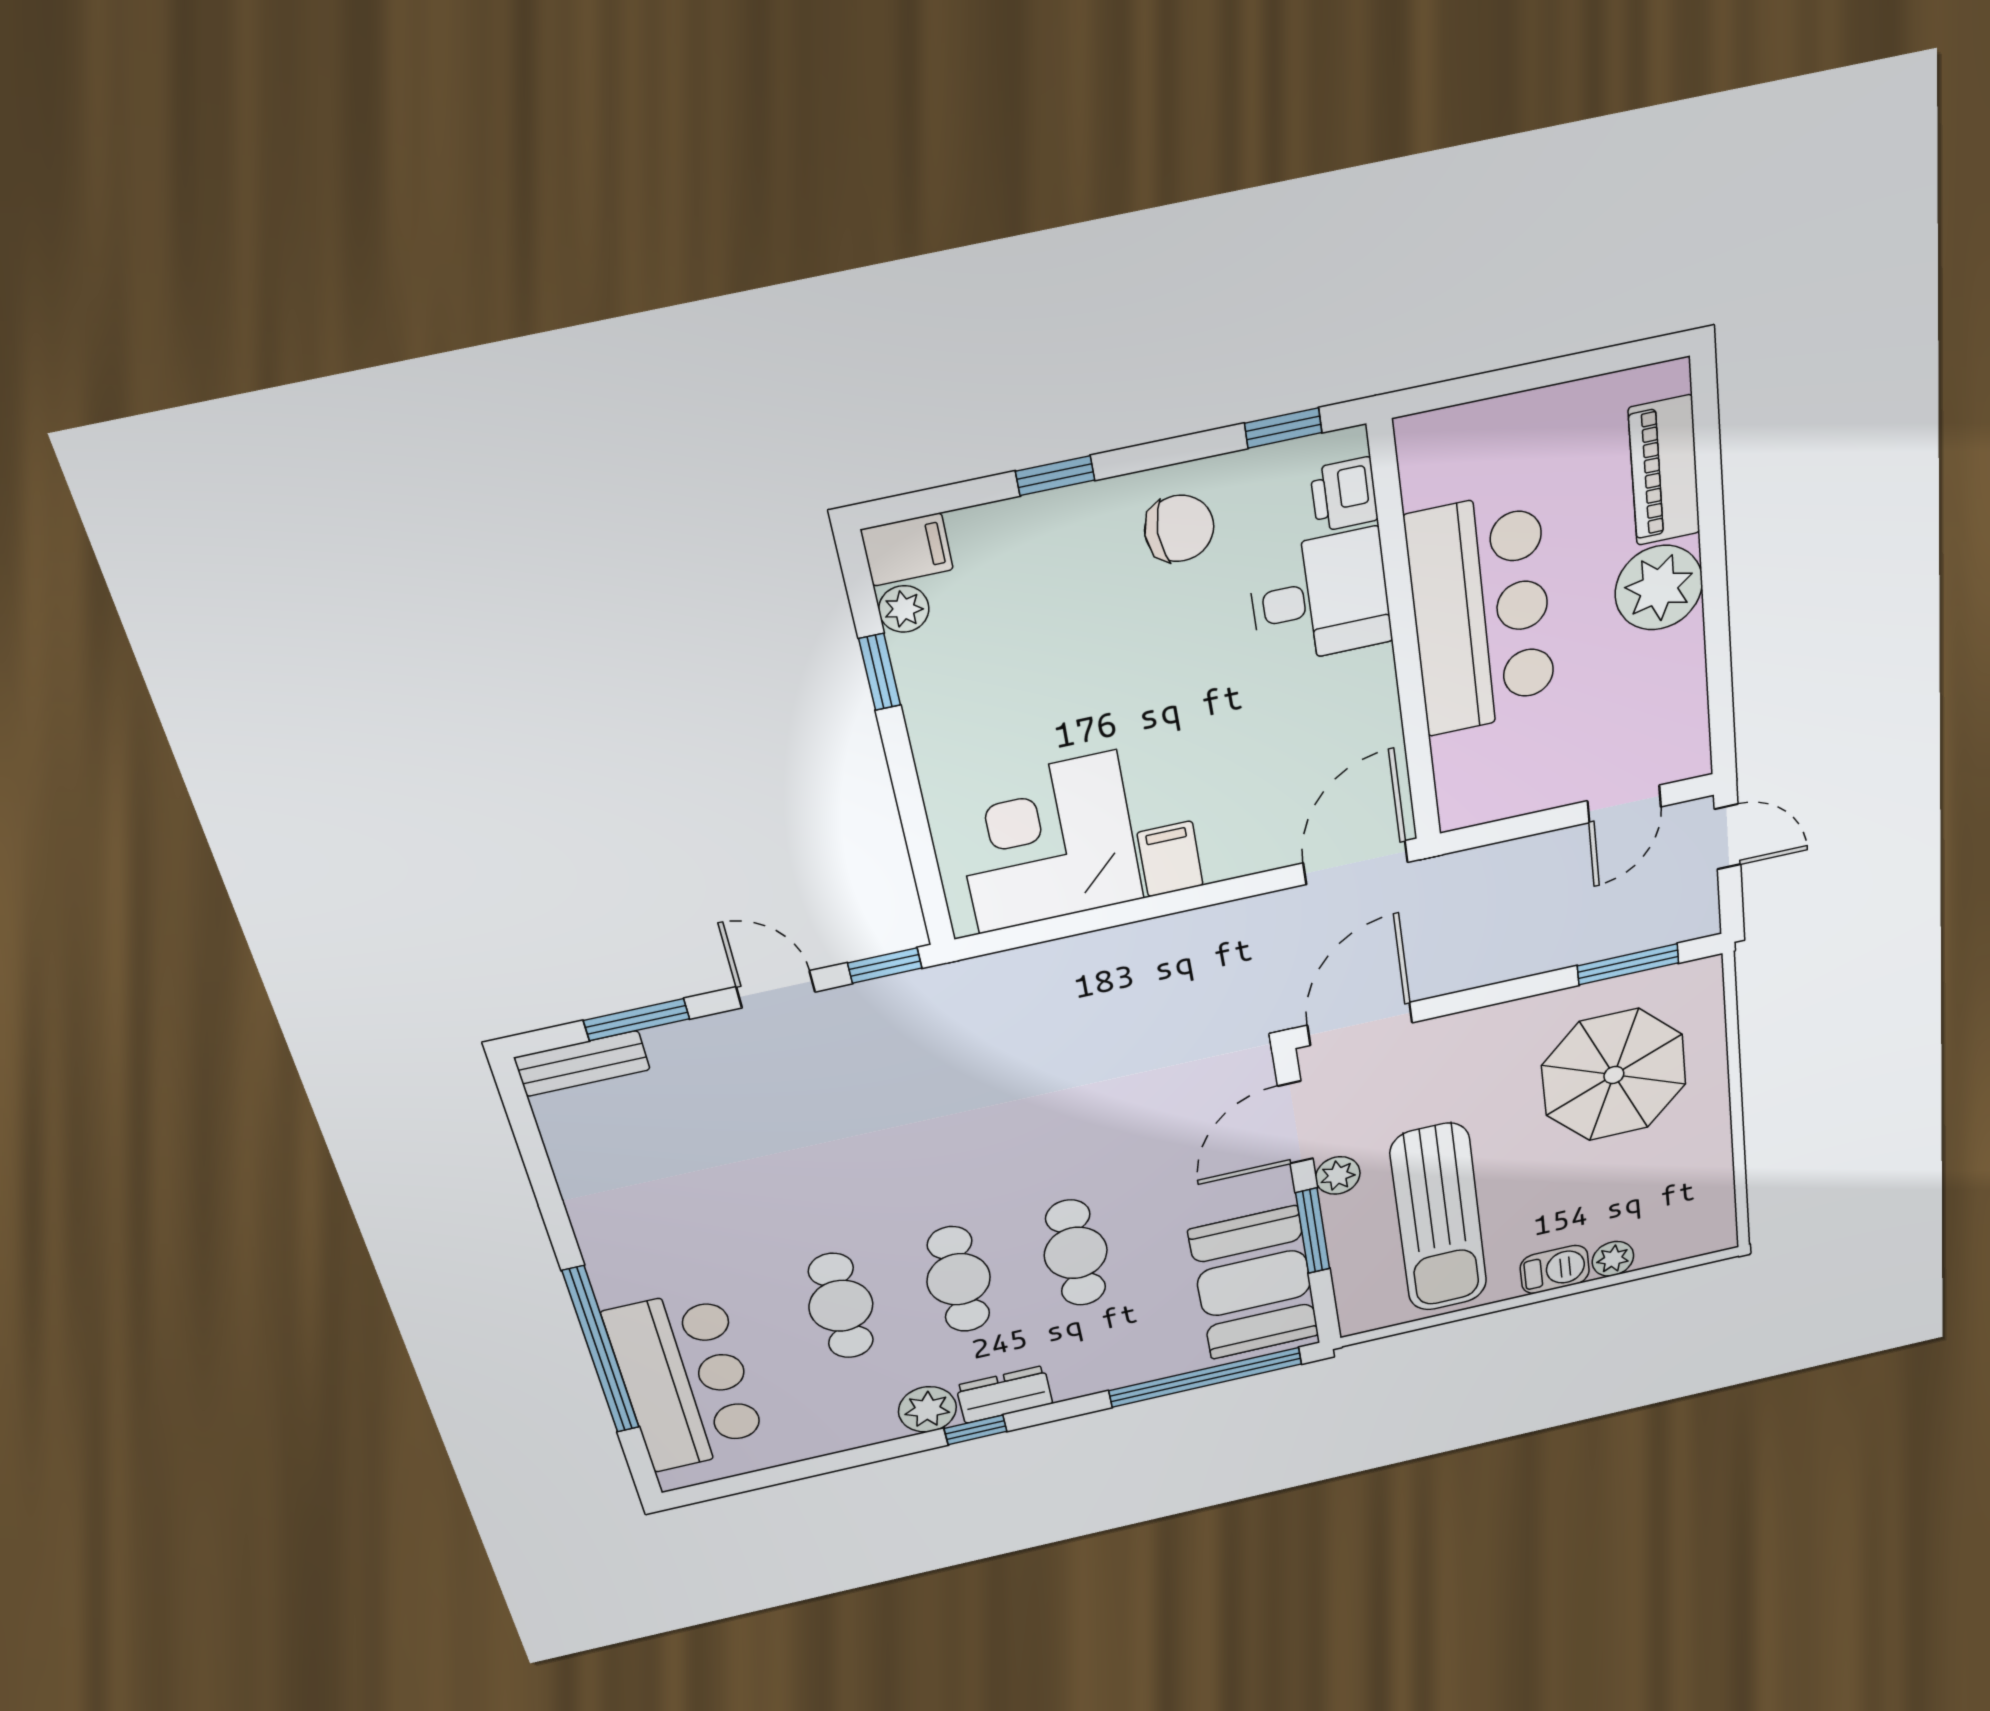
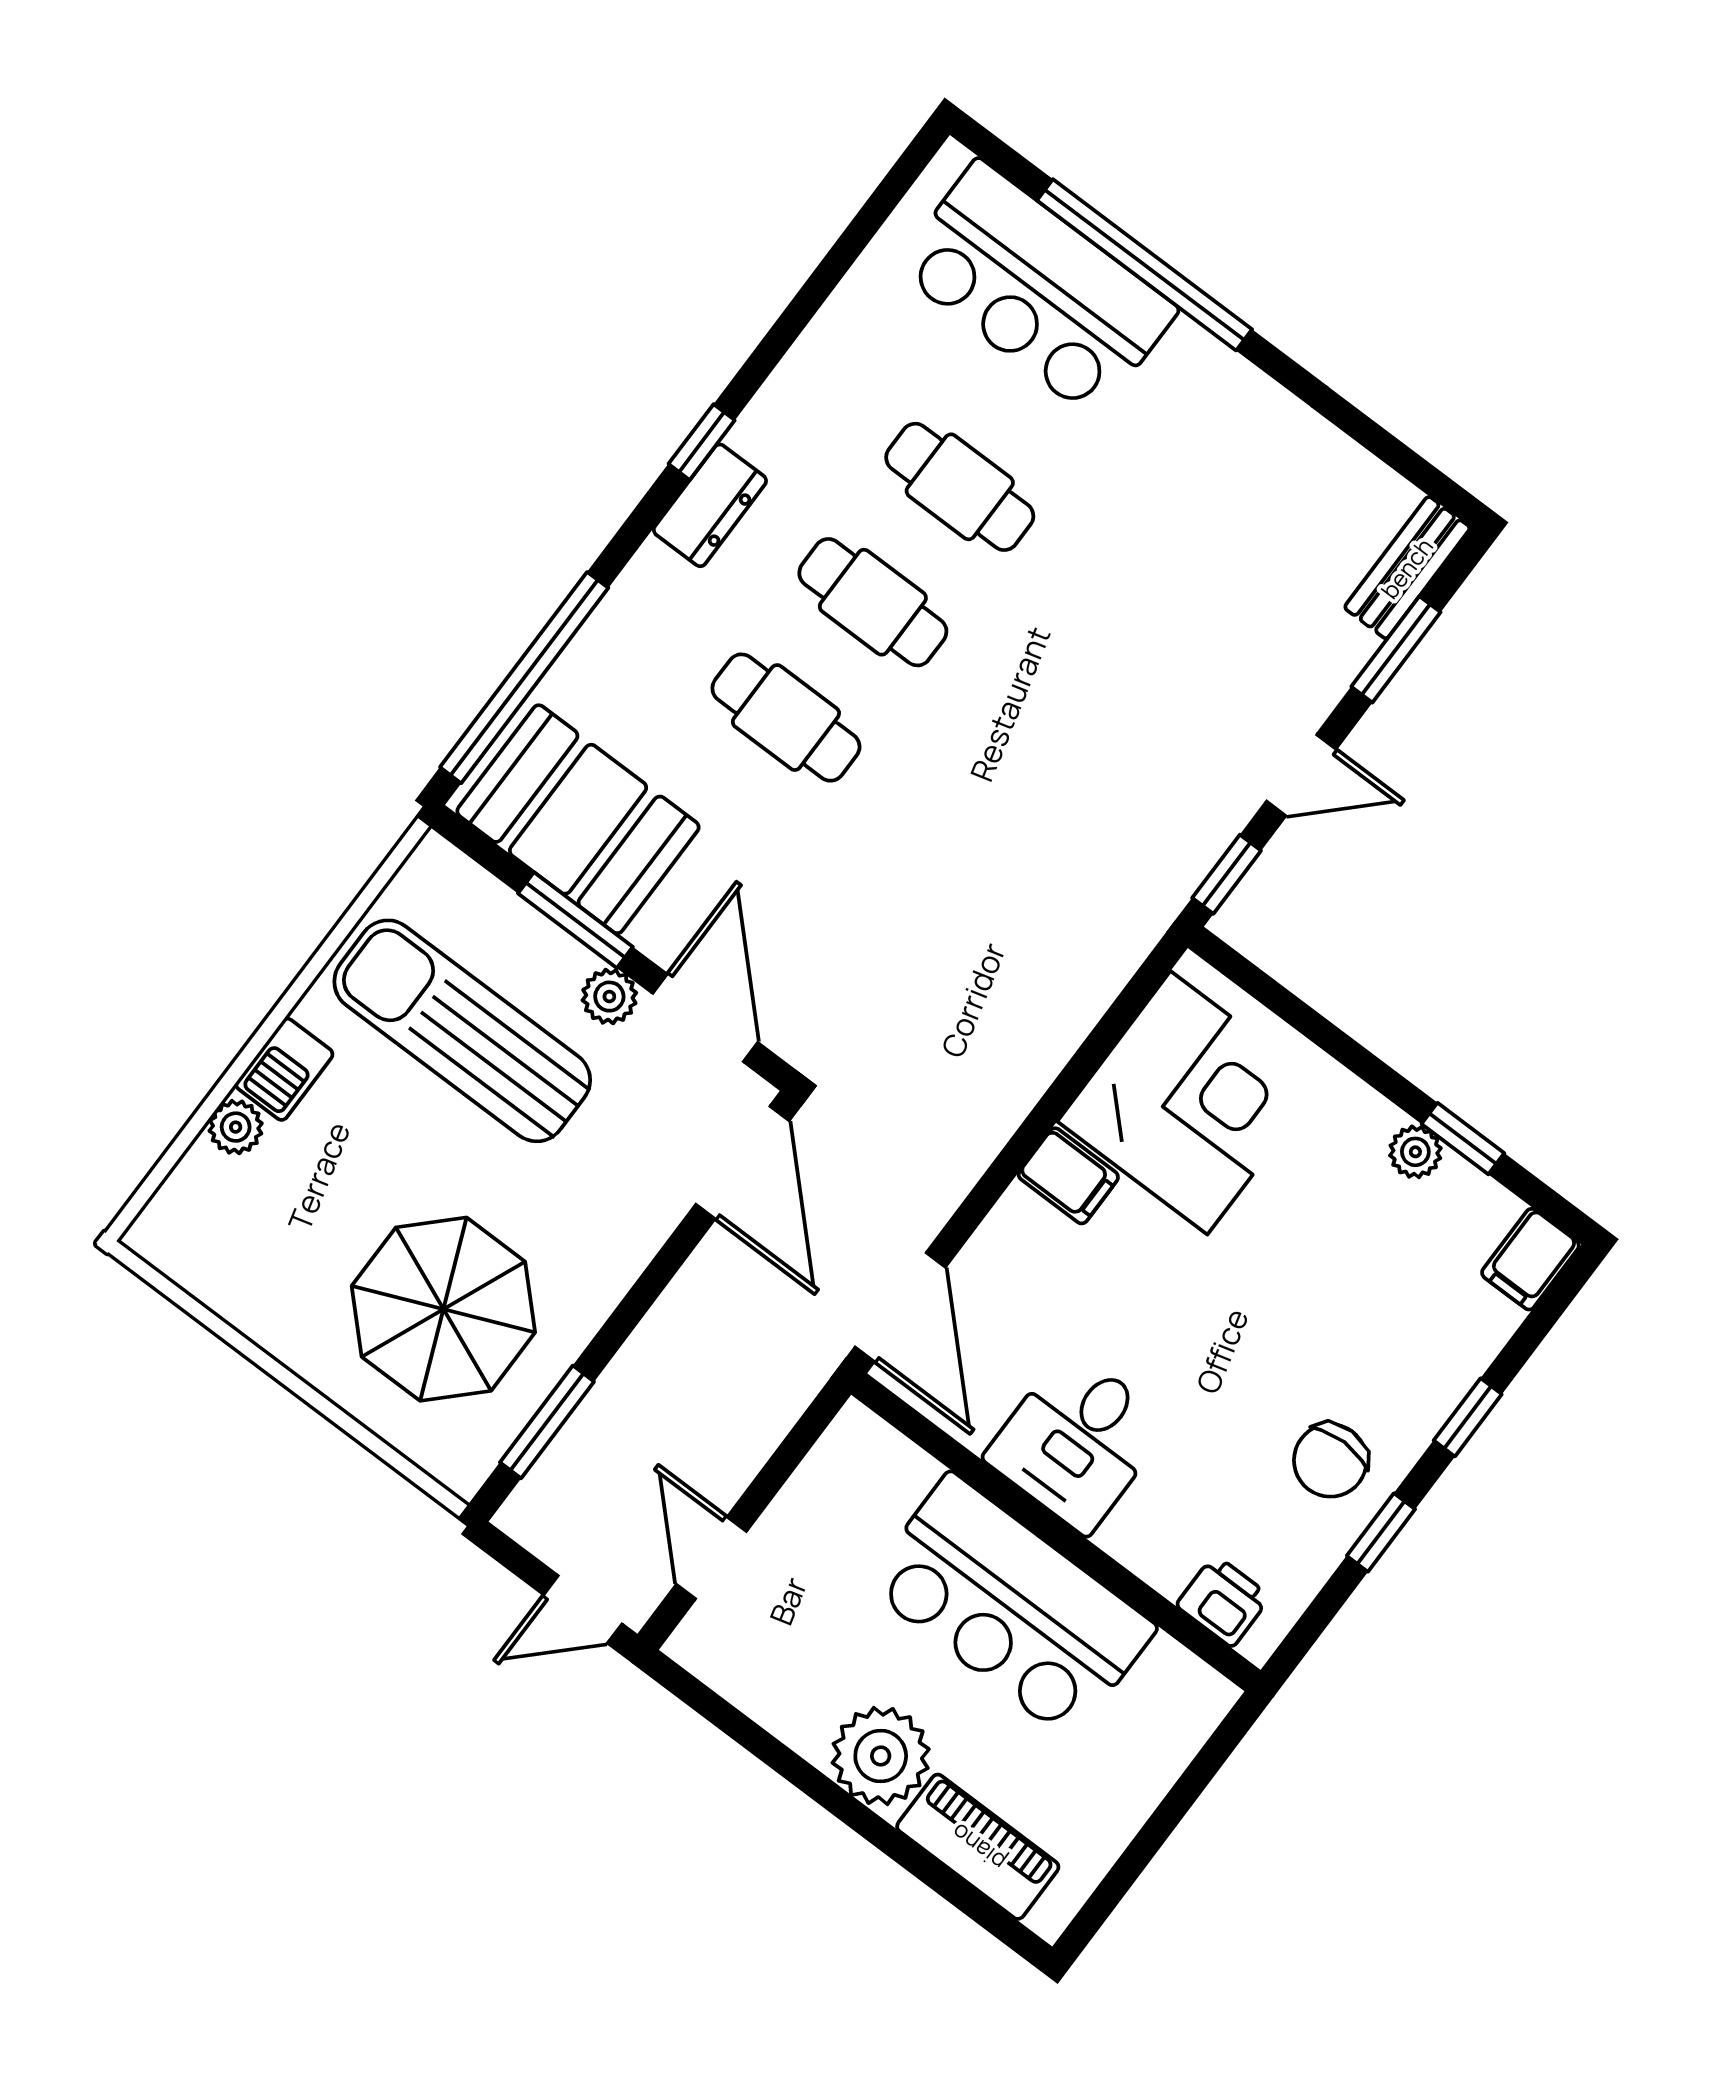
window: (1283, 428) -> (1381, 1532), moved
desk: (1320, 598) -> (1077, 1441), moved
plant: (904, 609) -> (1415, 1152), moved
plant: (927, 1409) -> (772, 431), removed

